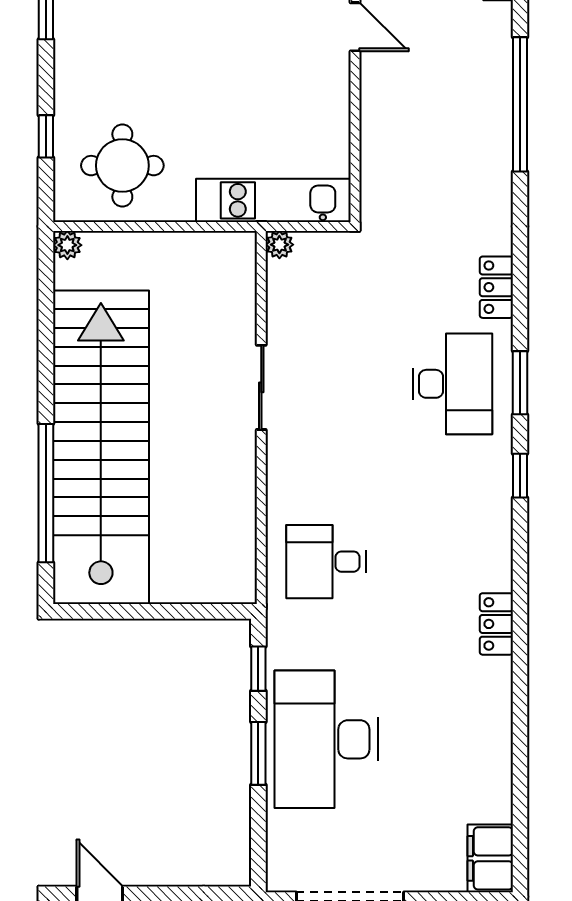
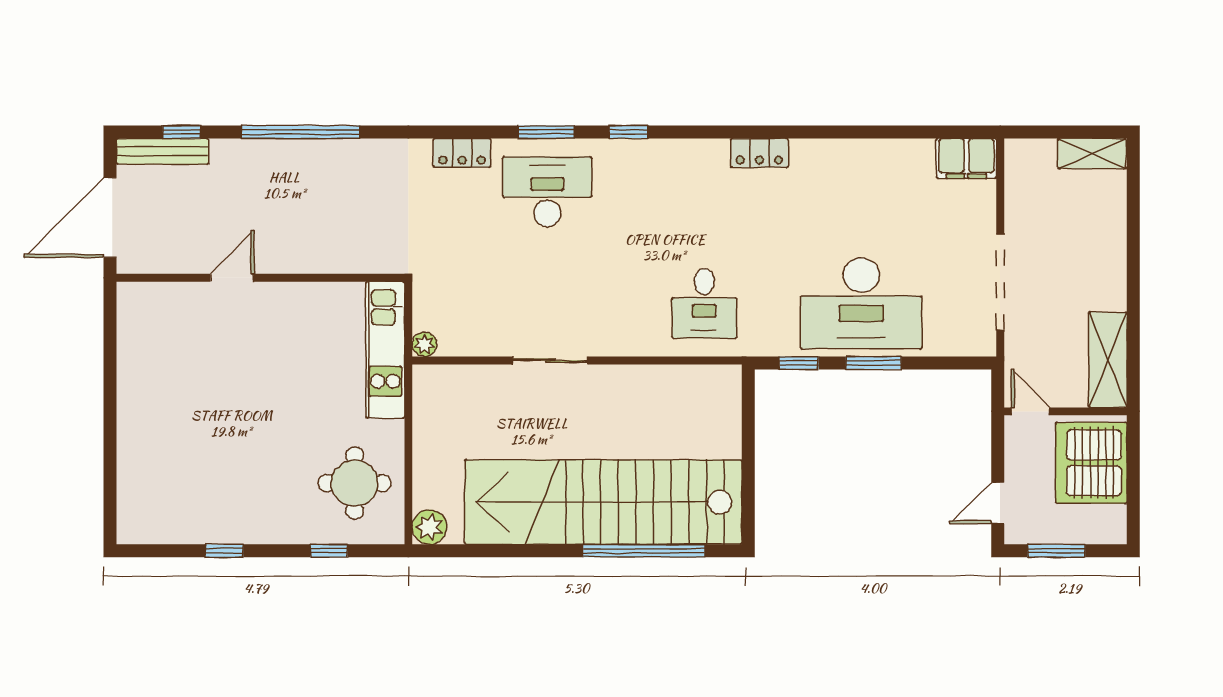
plant: (67, 245) -> (429, 527), width x1.38, depth x1.38

